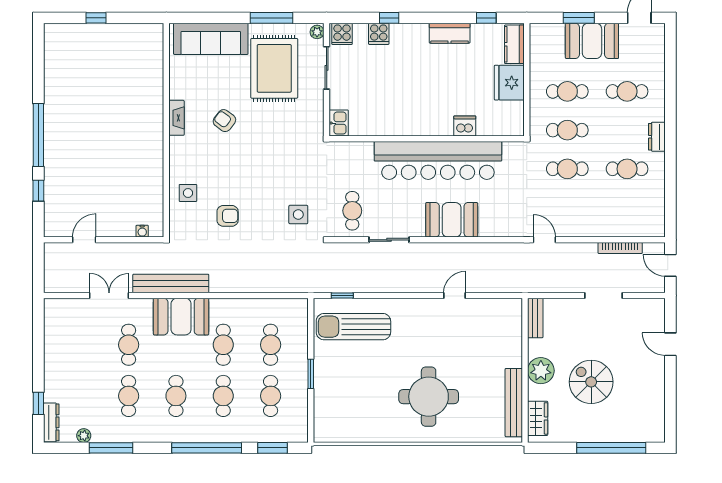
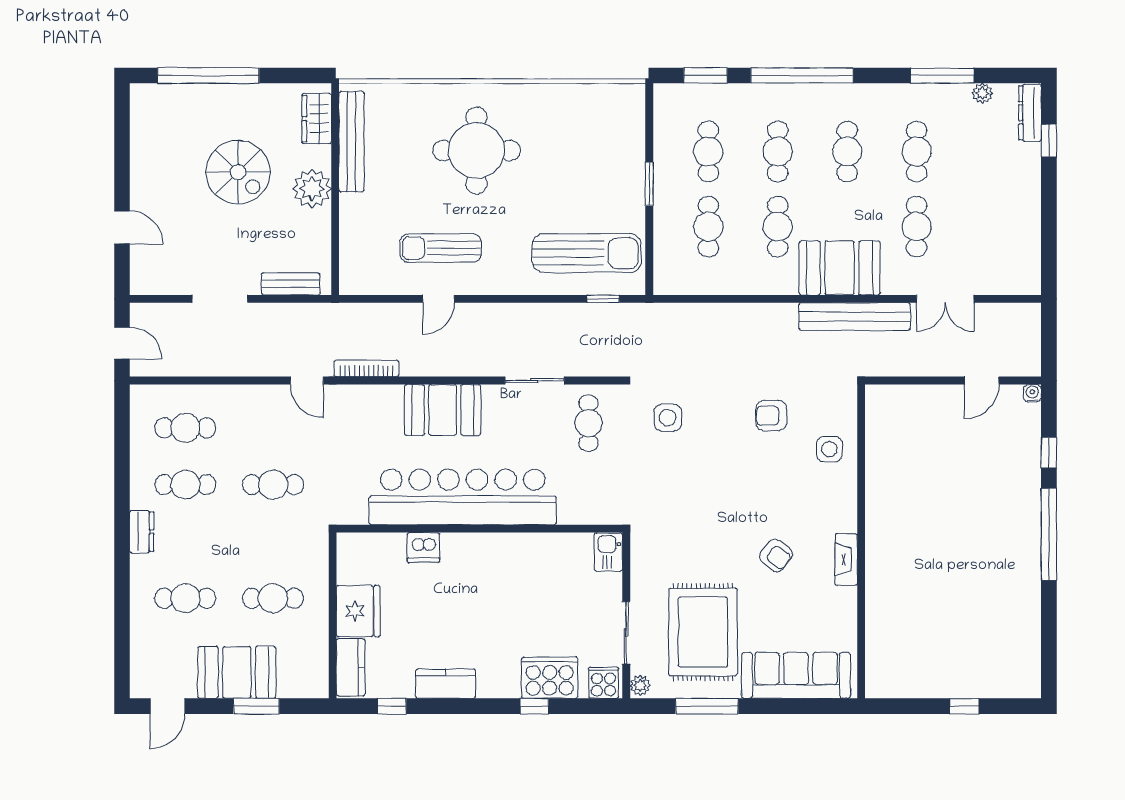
cooker: (379, 34) -> (550, 678), width x1.87, depth x1.31
cafe table: (567, 130) -> (185, 428), moved
water cooler: (142, 231) -> (1032, 393), moved
bookcase: (620, 248) -> (366, 368), moved
bench: (535, 318) -> (291, 284), moved, turned 90
sun lounger: (453, 330) -> (441, 248), added

